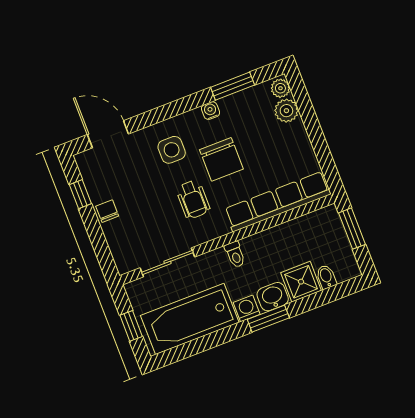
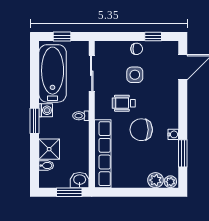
side table: (172, 150) -> (135, 75), moved
washbasin: (273, 297) -> (80, 180), moved, turned -90

